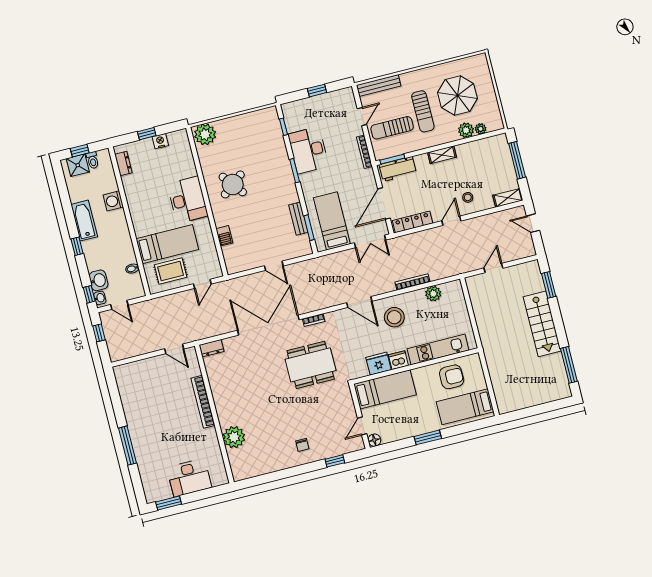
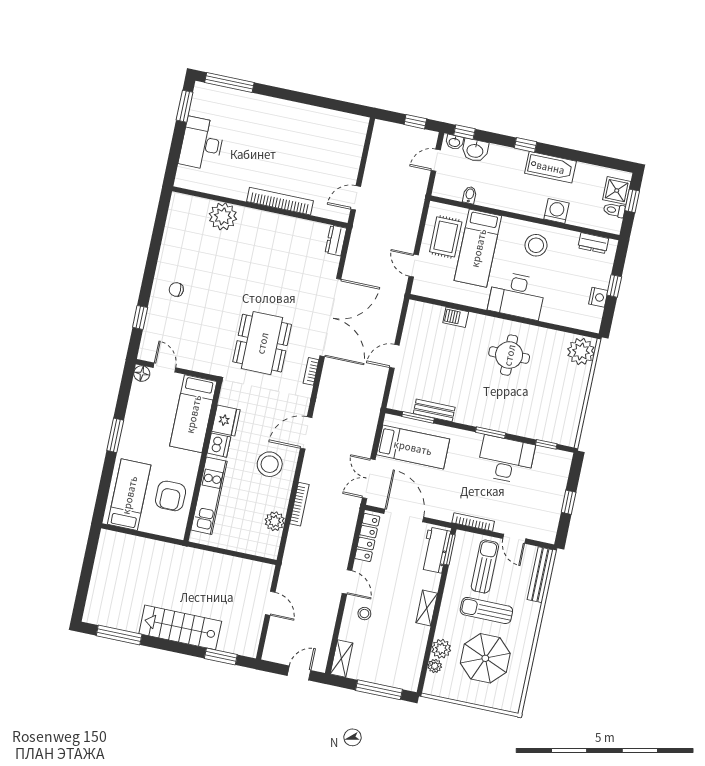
round table: (233, 184) -> (509, 355), turned 38
stool: (145, 204) -> (536, 245), added
window: (127, 446) -> (229, 83), moved

